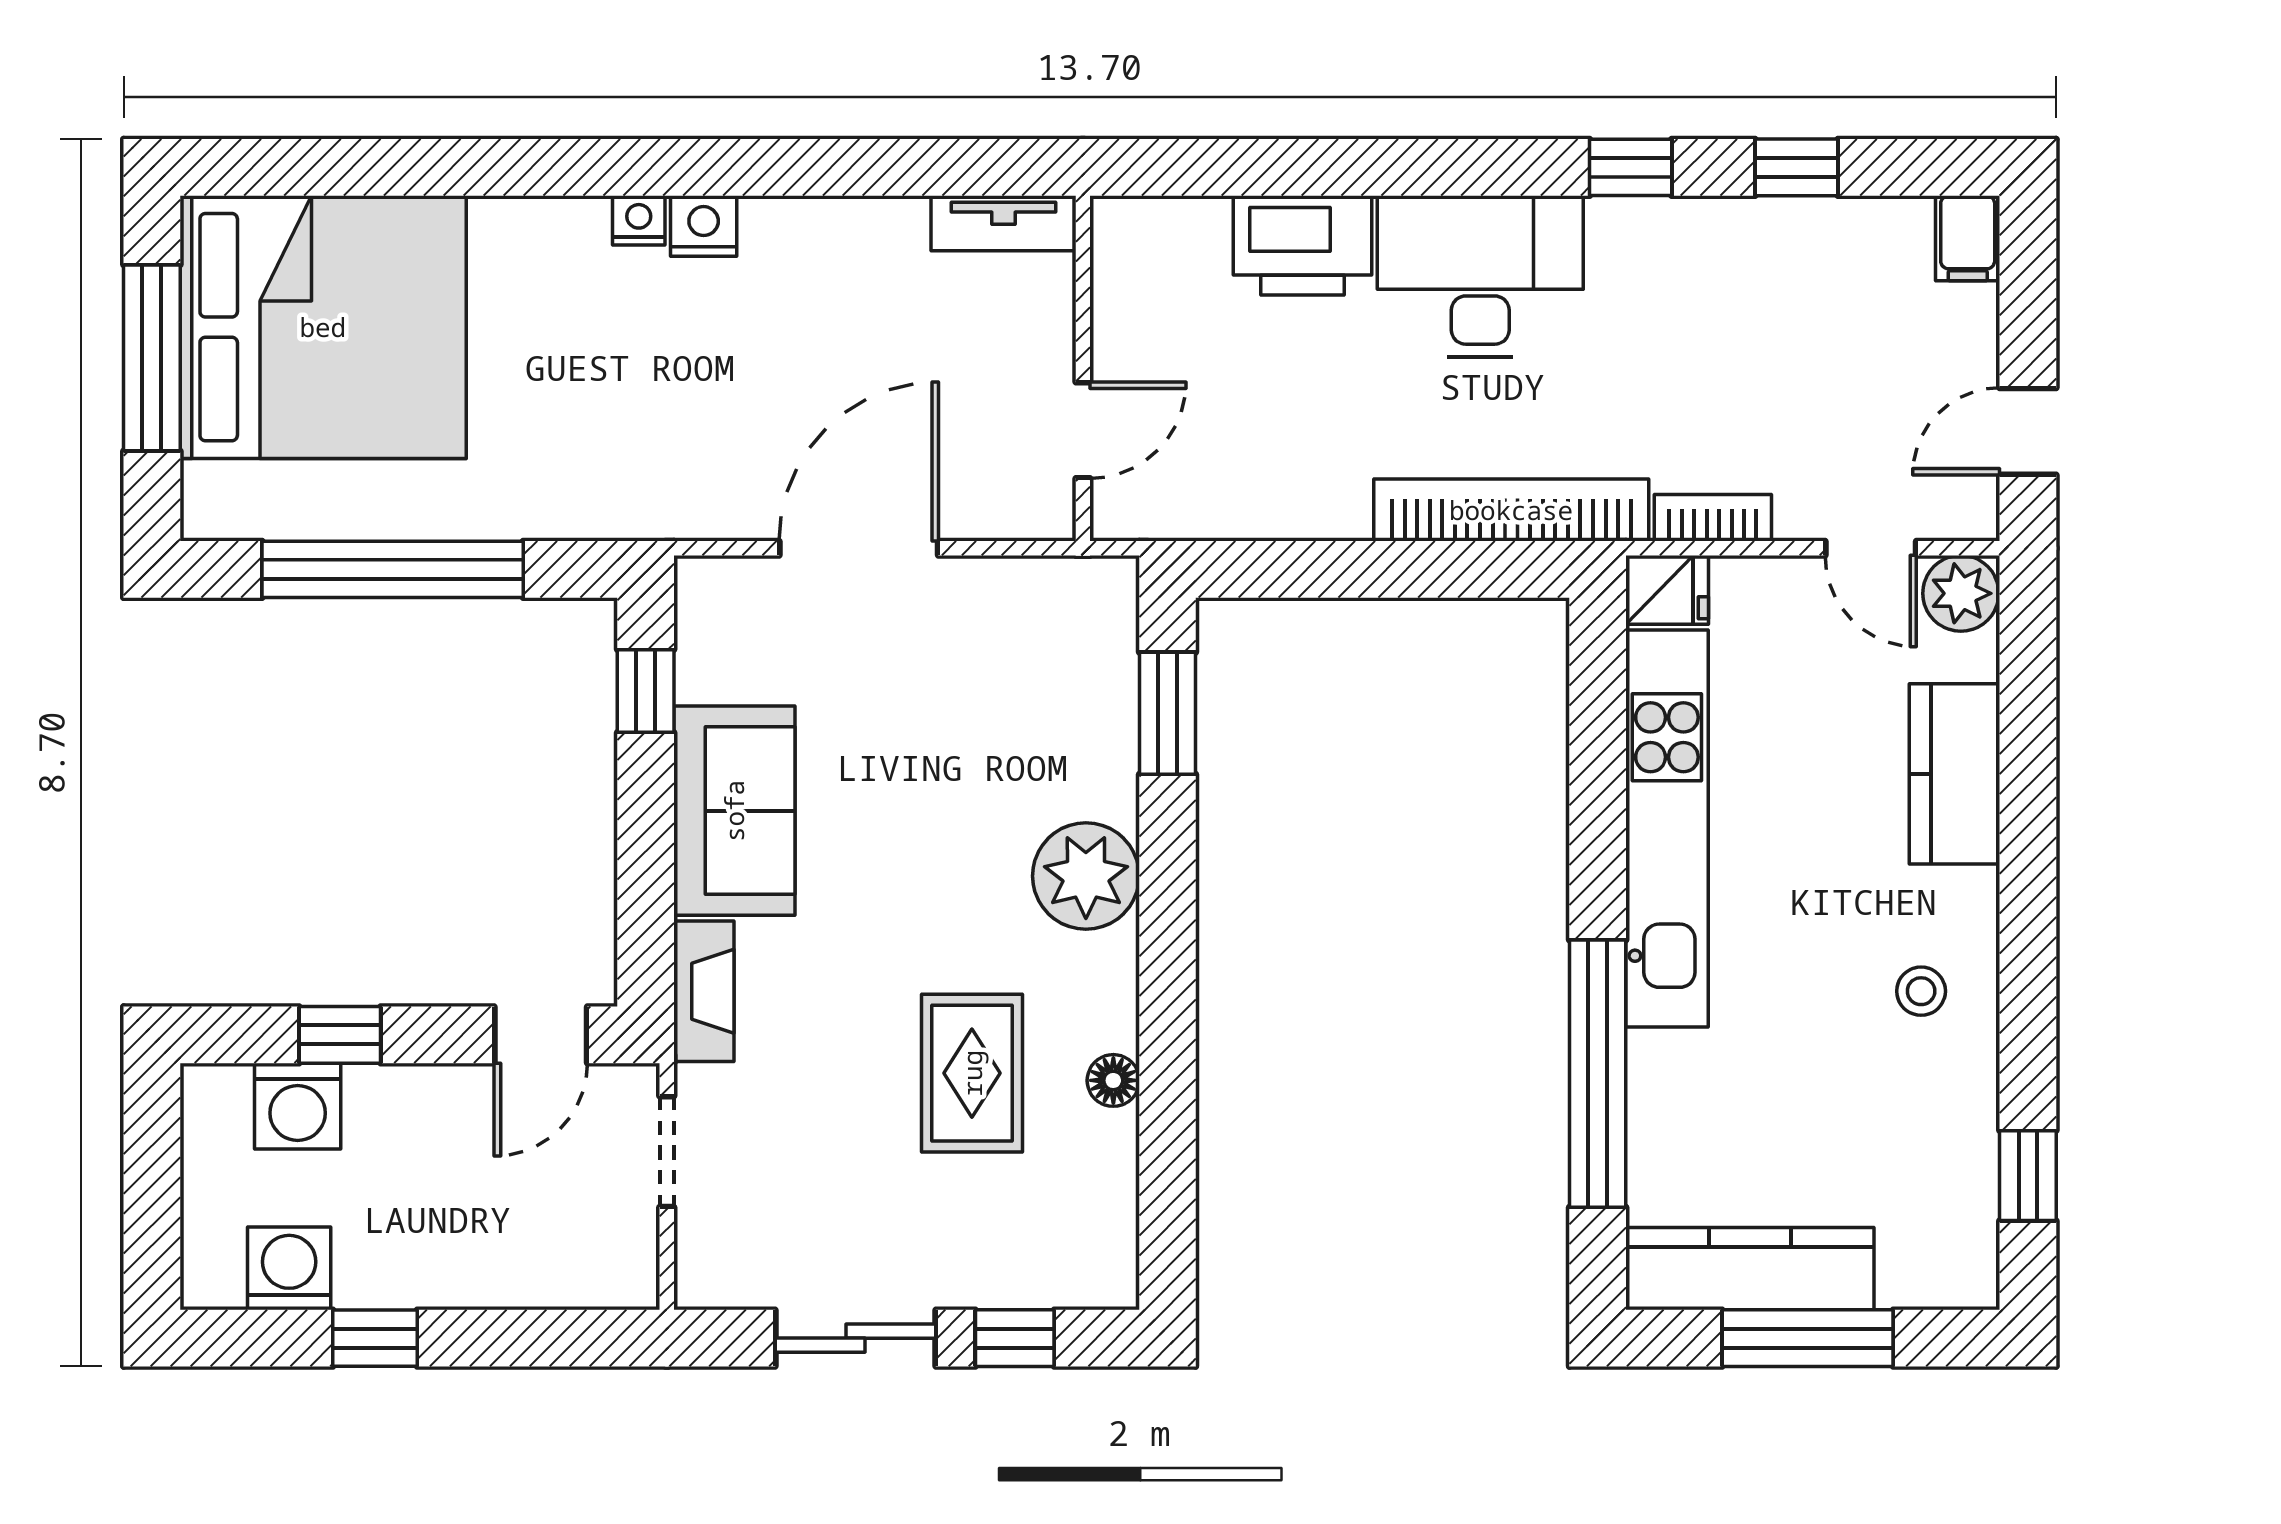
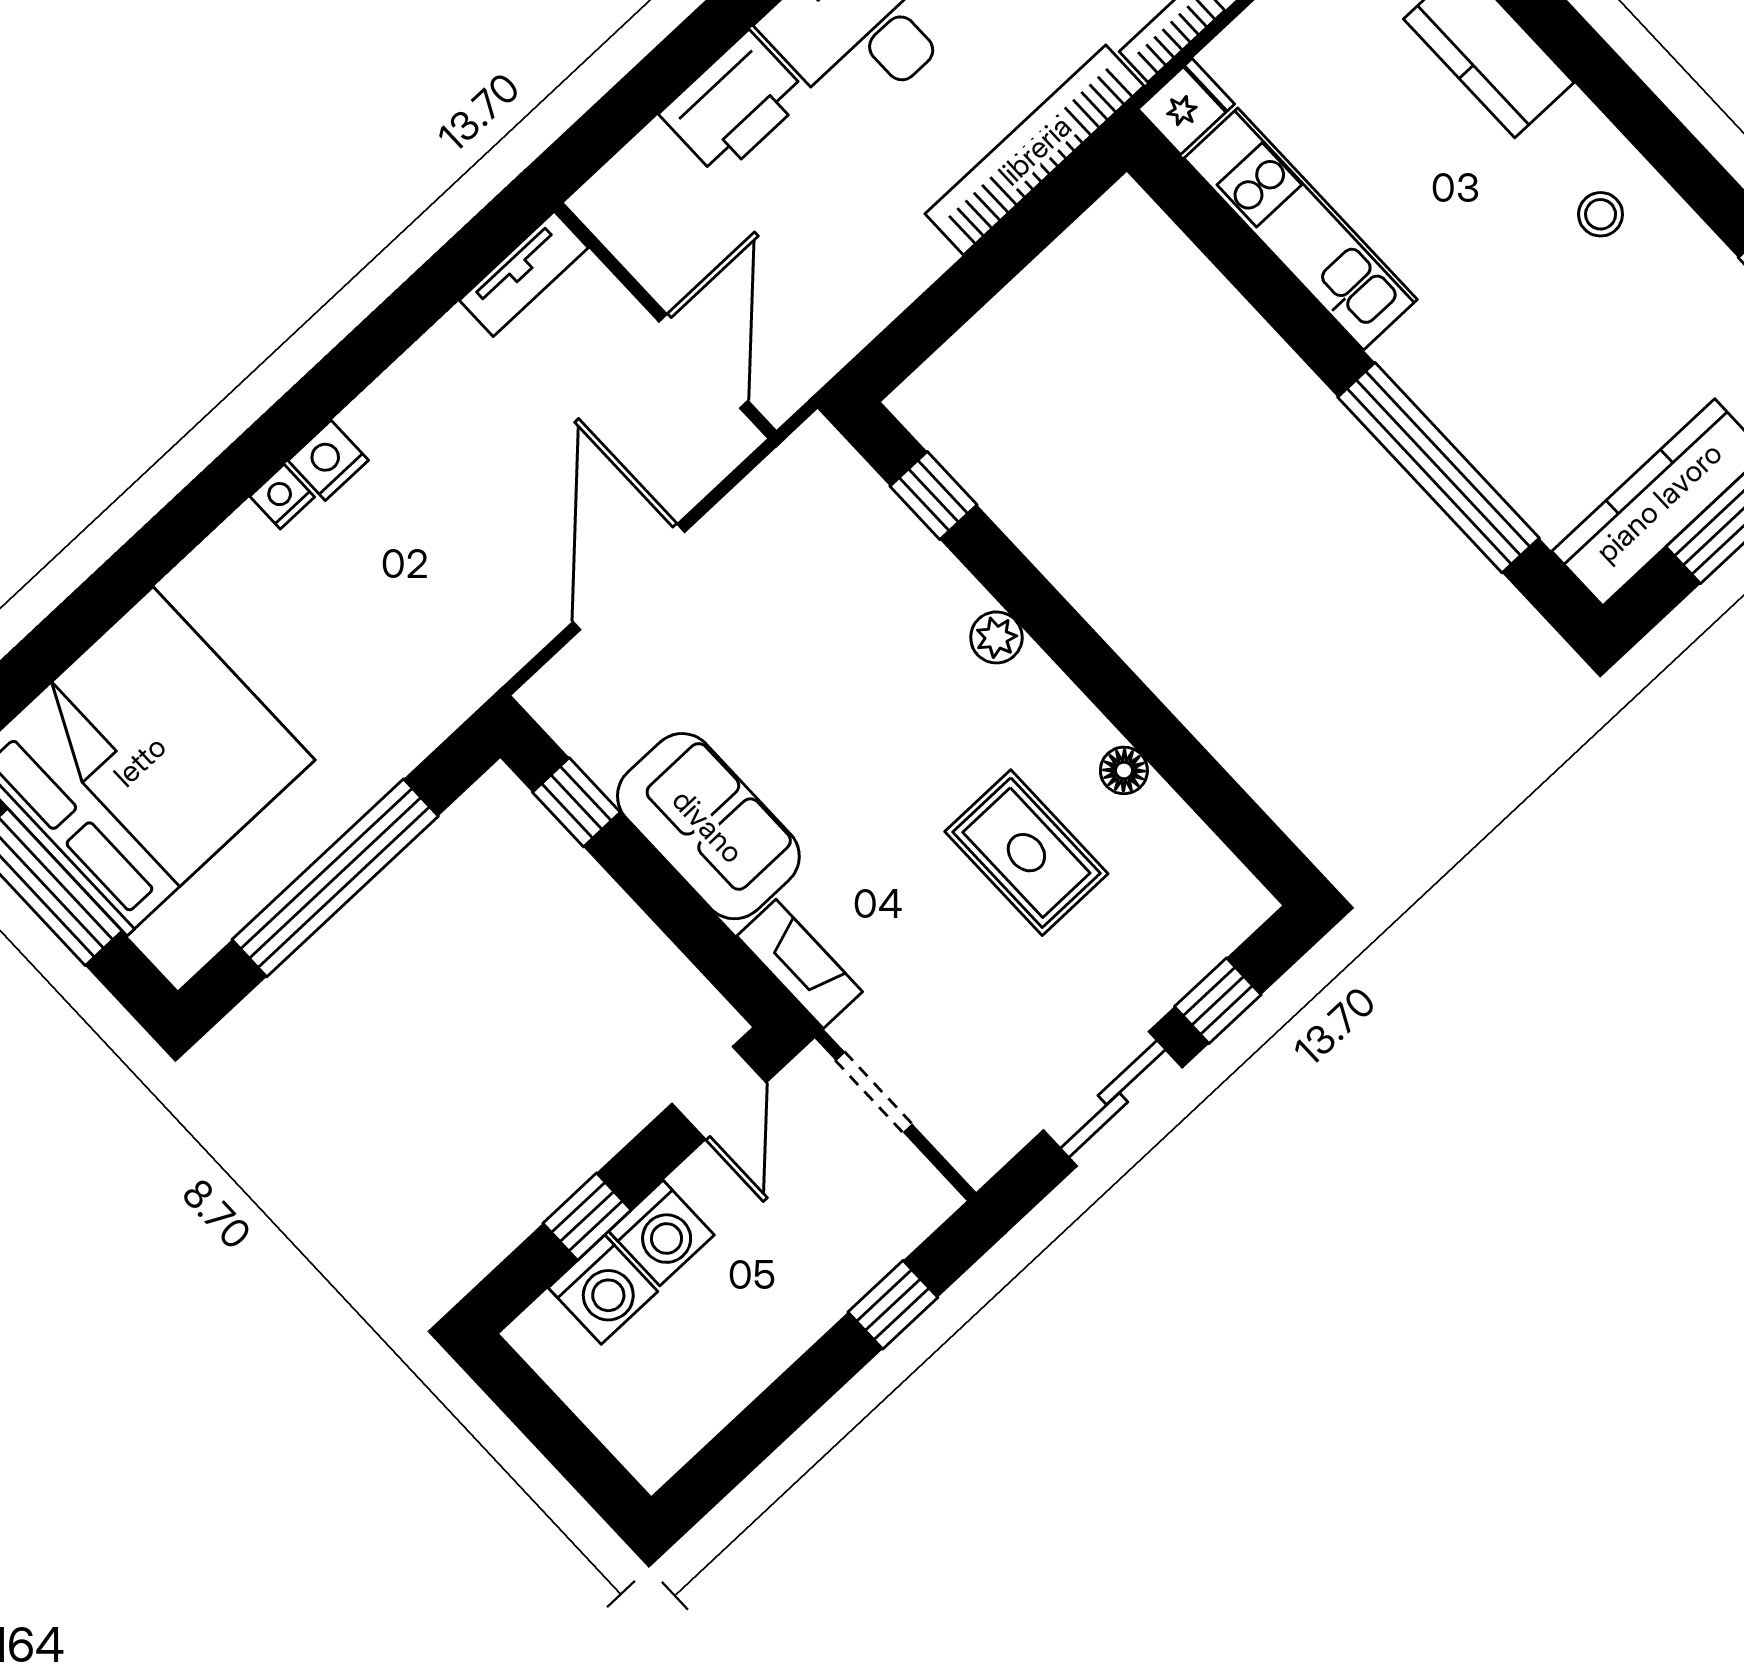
door: (1083, 430) -> (704, 361), width x1.38
window: (1167, 713) -> (934, 495), width x0.67
kitchen unit: (1667, 829) -> (1301, 229), width x0.73
plant: (1086, 876) -> (996, 637), width x0.53, depth x0.53
washing machine: (289, 1268) -> (661, 1233), moved, turned 180
window: (375, 1338) -> (893, 1305), moved

